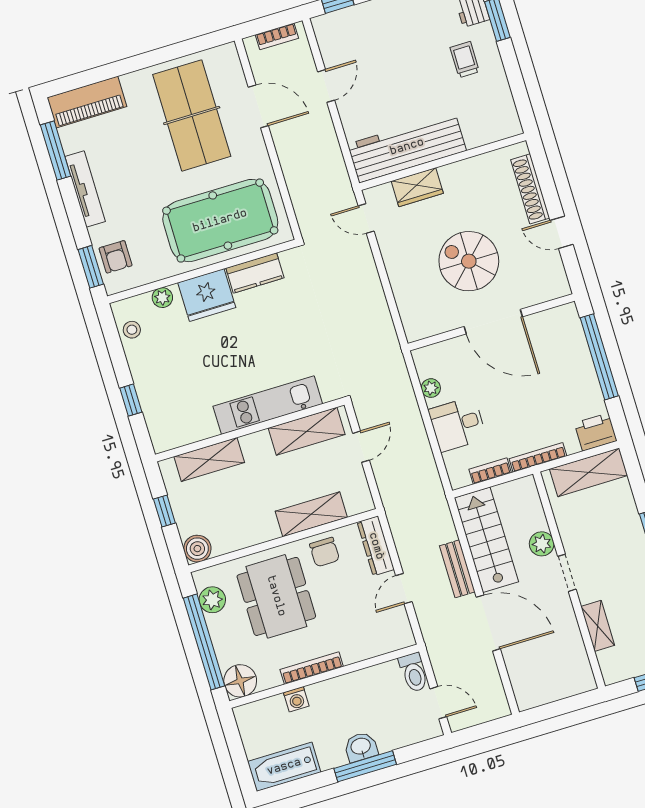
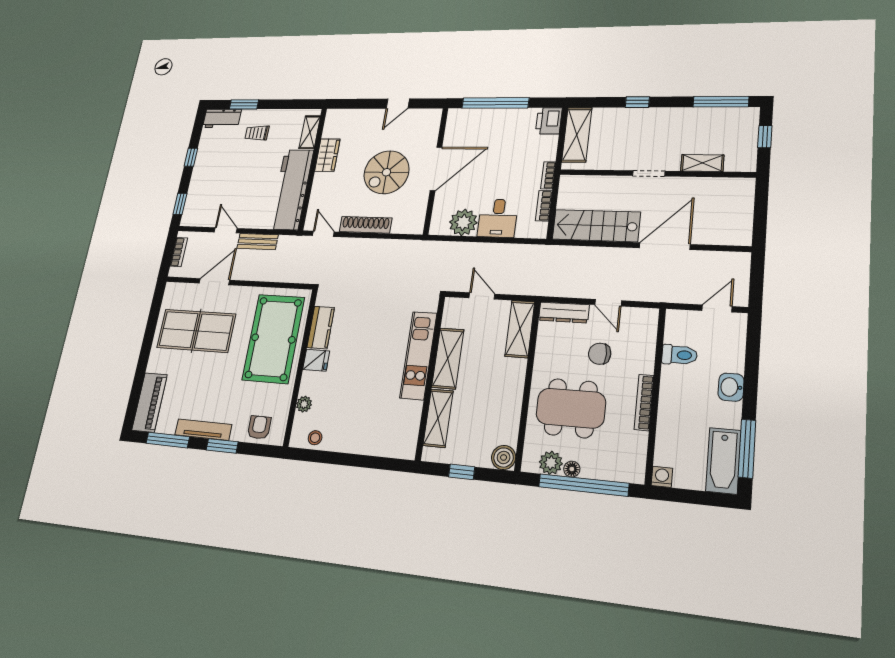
shelving: (488, 133) -> (310, 132), added
wardrobe: (417, 187) -> (327, 155), moved
shoe rack: (530, 189) -> (366, 225), moved, turned 180
door: (366, 219) -> (323, 234), swing flipped
armchair: (116, 257) -> (259, 427), turned -90
window: (91, 267) -> (222, 446), moved
fridge: (207, 295) -> (316, 360), width x0.53, depth x0.75
plant: (431, 388) -> (463, 222), width x1.87, depth x1.87
window: (131, 400) -> (365, 461), removed
shelving: (307, 431) -> (448, 358), moved
bookcase: (538, 457) -> (548, 175), width x0.64
shelving: (311, 514) -> (520, 329), moved
plant: (542, 544) -> (617, 185), removed
chair: (325, 552) -> (600, 354), moved, turned 180
bench: (457, 569) -> (258, 242), moved
toilet: (414, 672) -> (679, 355), moved
floor lamp: (240, 681) -> (572, 469), moved, width x0.53, depth x0.53
washing machine: (296, 699) -> (662, 477), moved, turned -90
window: (365, 766) -> (747, 449), moved

